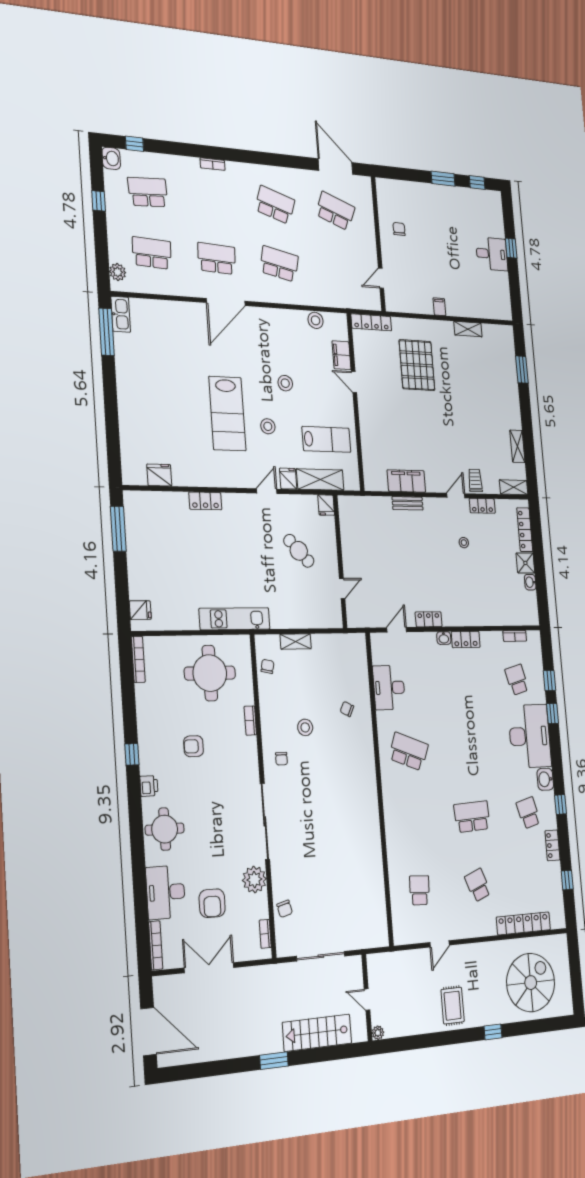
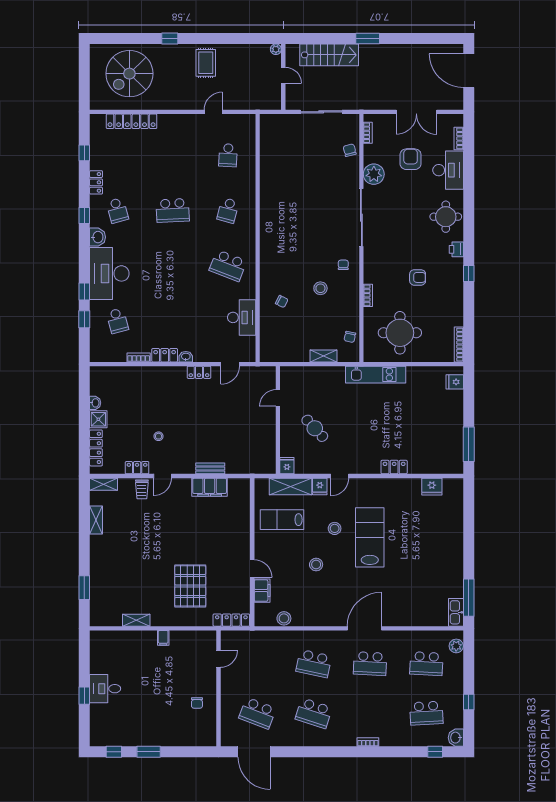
bookcase: (515, 636) -> (139, 357), moved
school desk: (478, 885) -> (228, 210), moved, turned 36
bookcase: (156, 945) -> (459, 138), width x0.64

